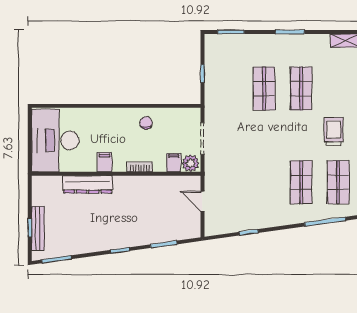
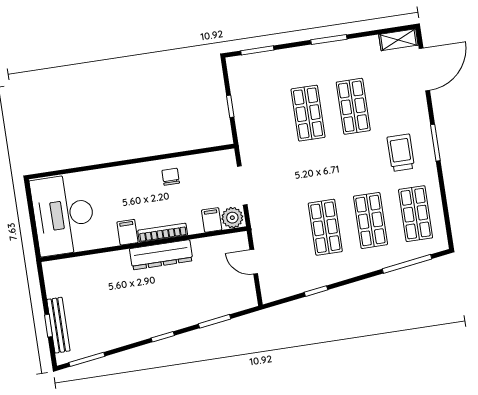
bookcase: (140, 167) -> (163, 233), width x1.56
shop shelf: (264, 182) -> (325, 227), added
dresser: (88, 184) -> (161, 255), moved

